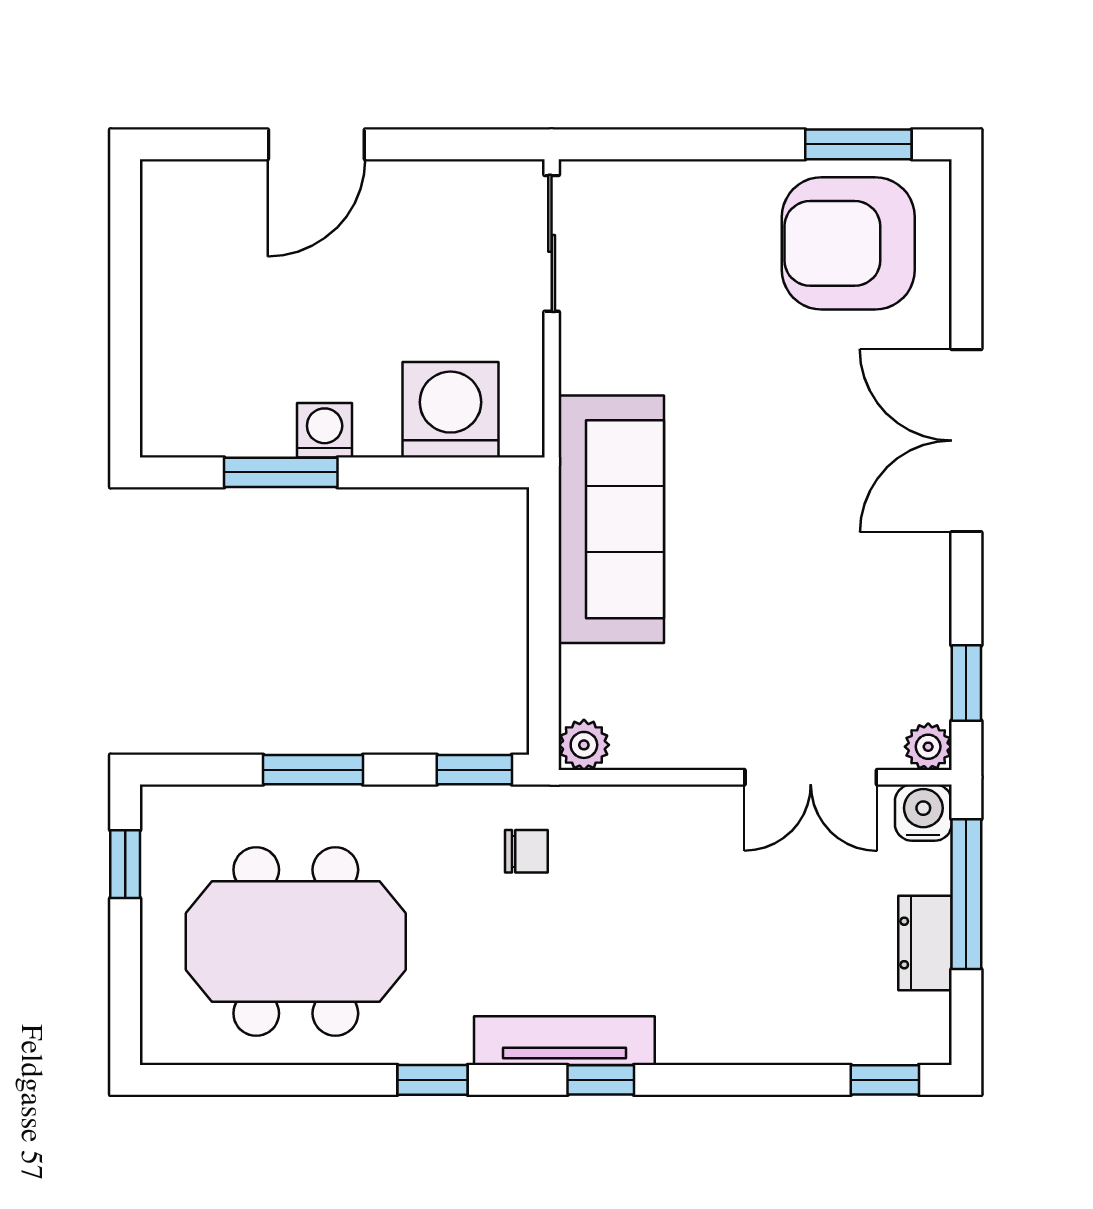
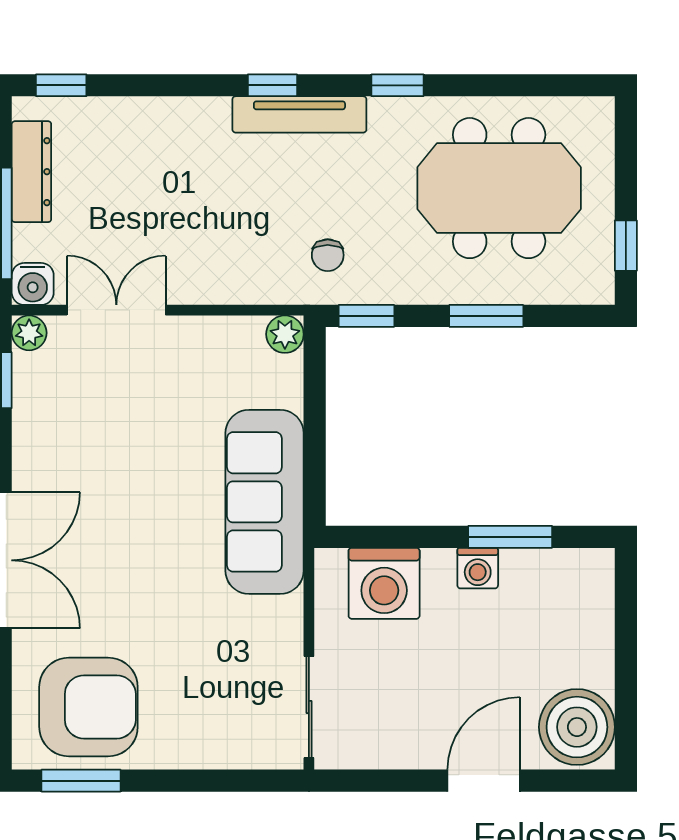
boiler: (191, 216) -> (577, 727), added
chair: (526, 851) -> (328, 255), turned -90
dresser: (925, 943) -> (31, 172), width x1.44

